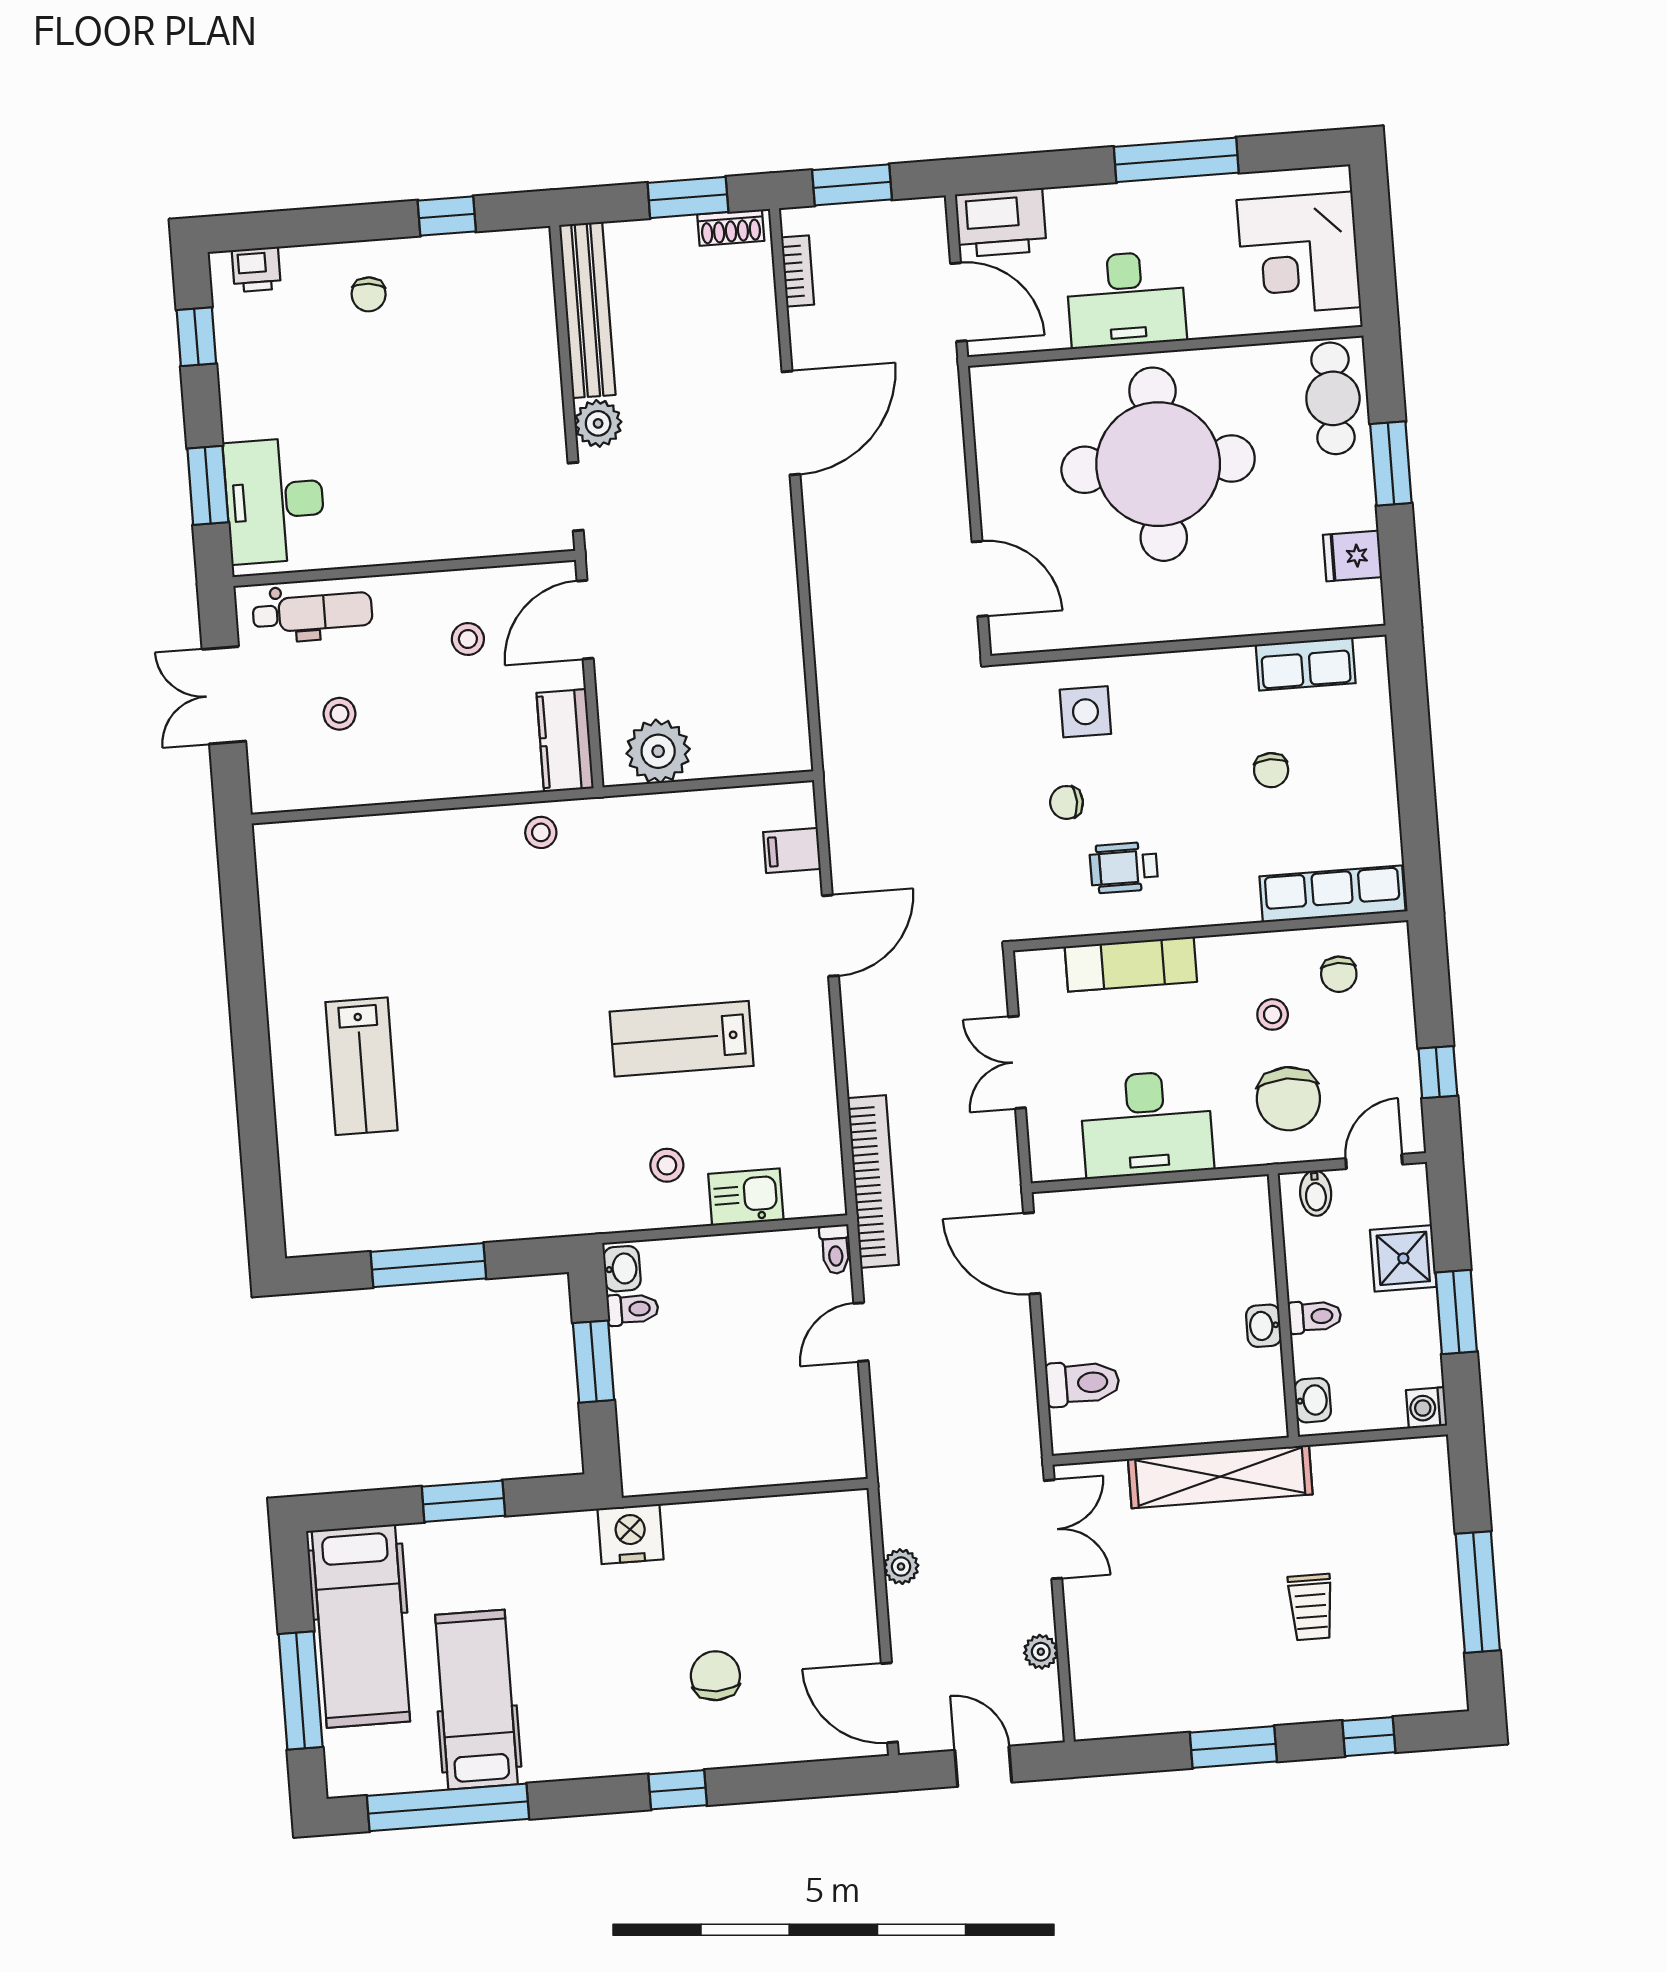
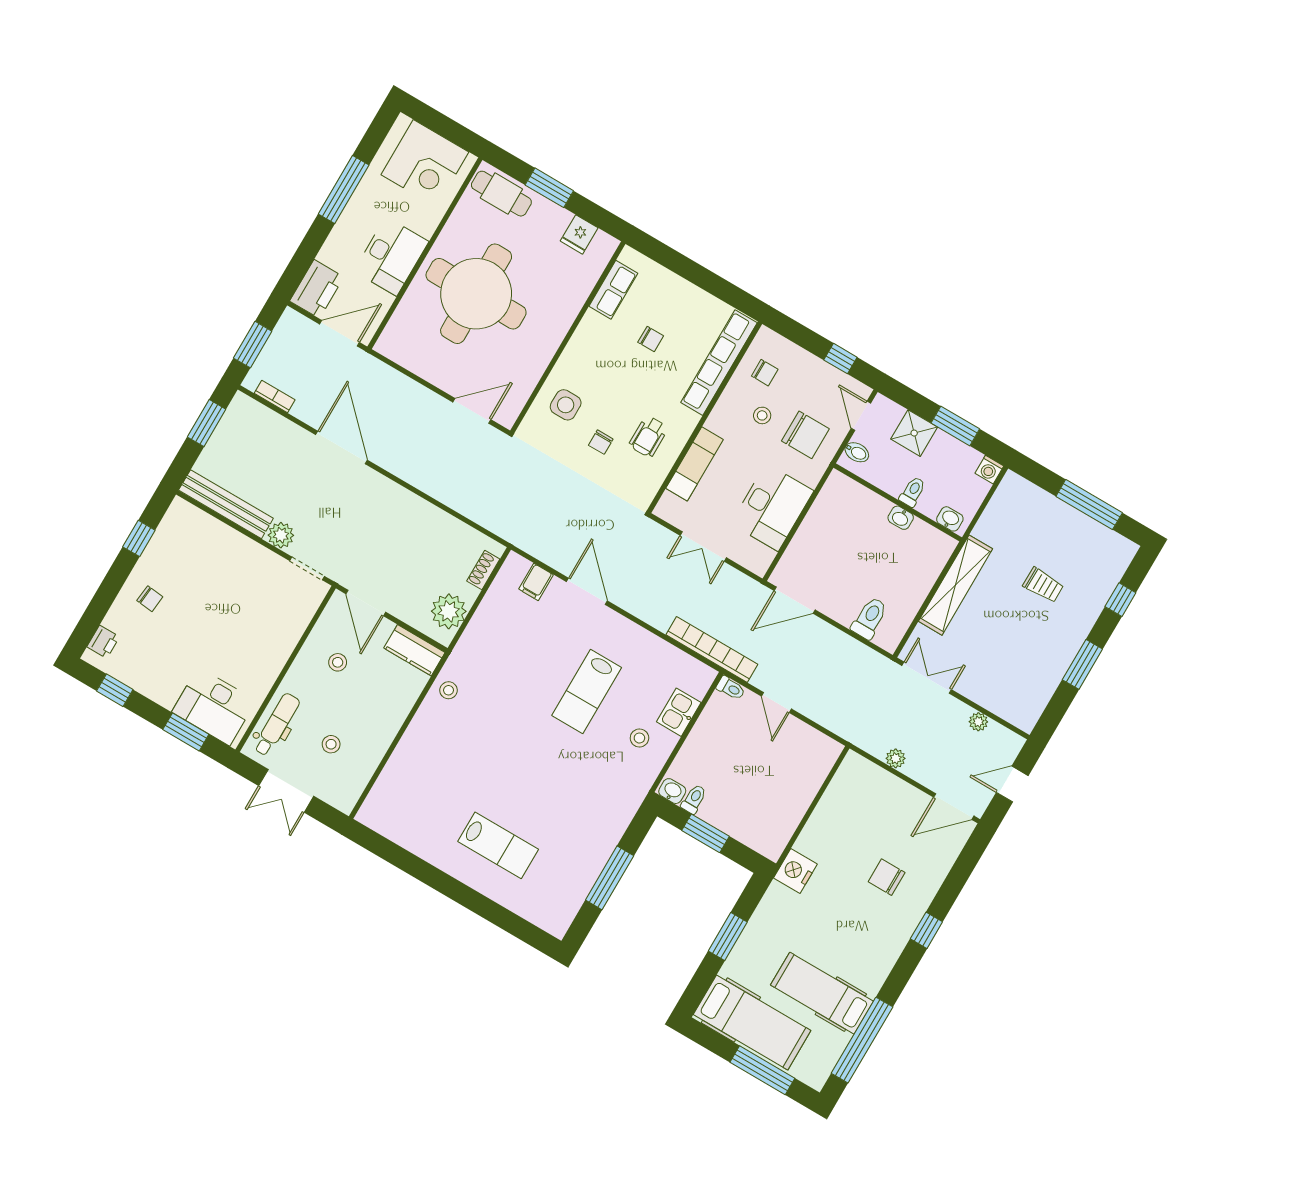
shoe rack: (731, 228) -> (483, 570), moved, turned 180
row of seats: (1332, 894) -> (719, 363), width x1.36

